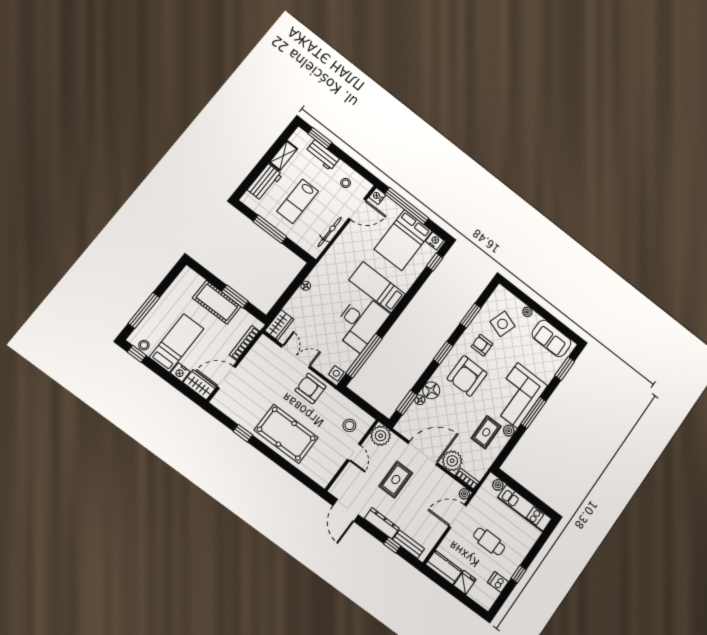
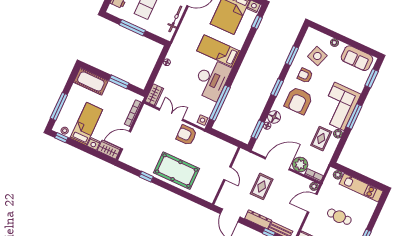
cot: (217, 302) -> (91, 81), moved
stool: (349, 425) -> (220, 155), removed
plant: (381, 436) -> (244, 158), removed

